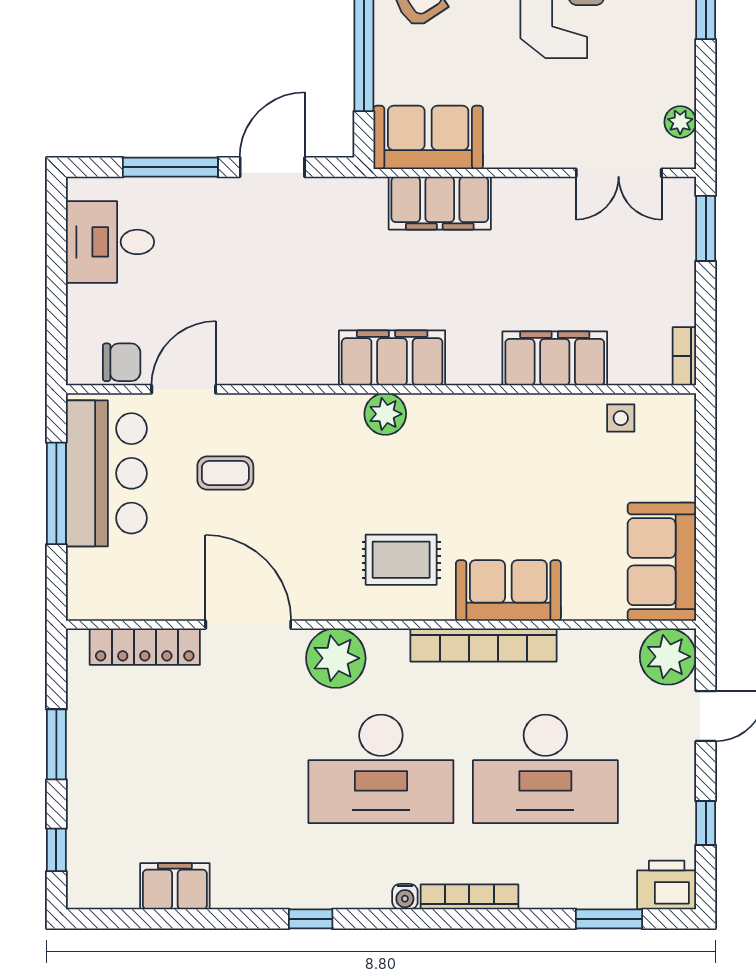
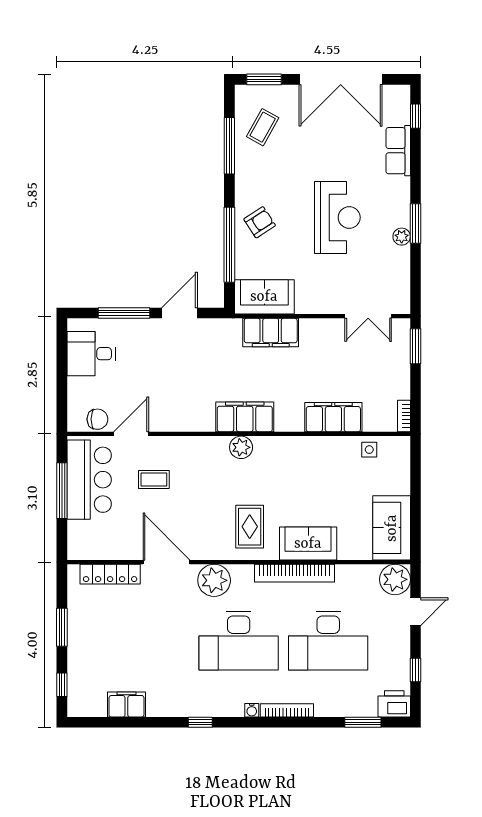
plant: (680, 122) -> (402, 237), moved
rug: (401, 560) -> (250, 527), turned 90

